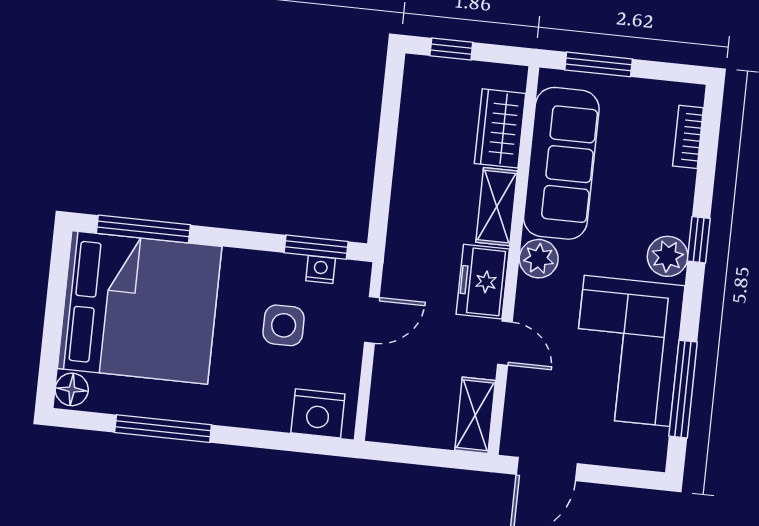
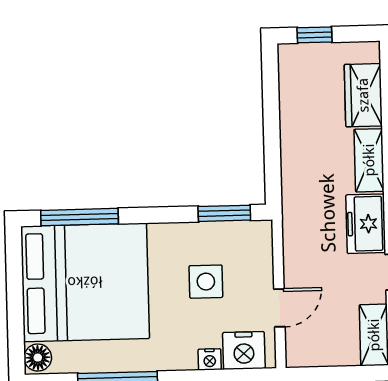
nightstand: (321, 270) -> (210, 359), moved, turned 180
door: (372, 320) -> (279, 308), moved

